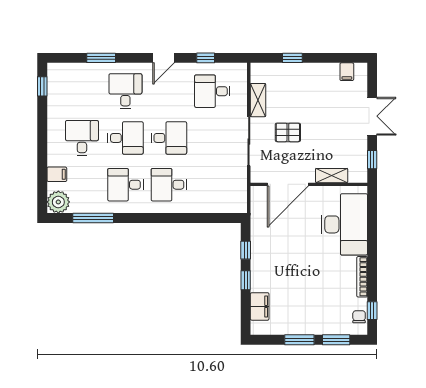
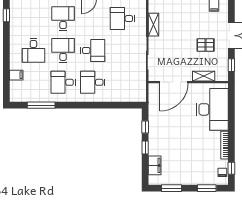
pallet: (288, 132) -> (206, 45), moved
desk: (82, 138) -> (33, 50), turned 180
desk: (125, 138) -> (63, 50), turned -90
plant: (58, 202) -> (17, 94), removed
window: (299, 340) -> (172, 188), moved

